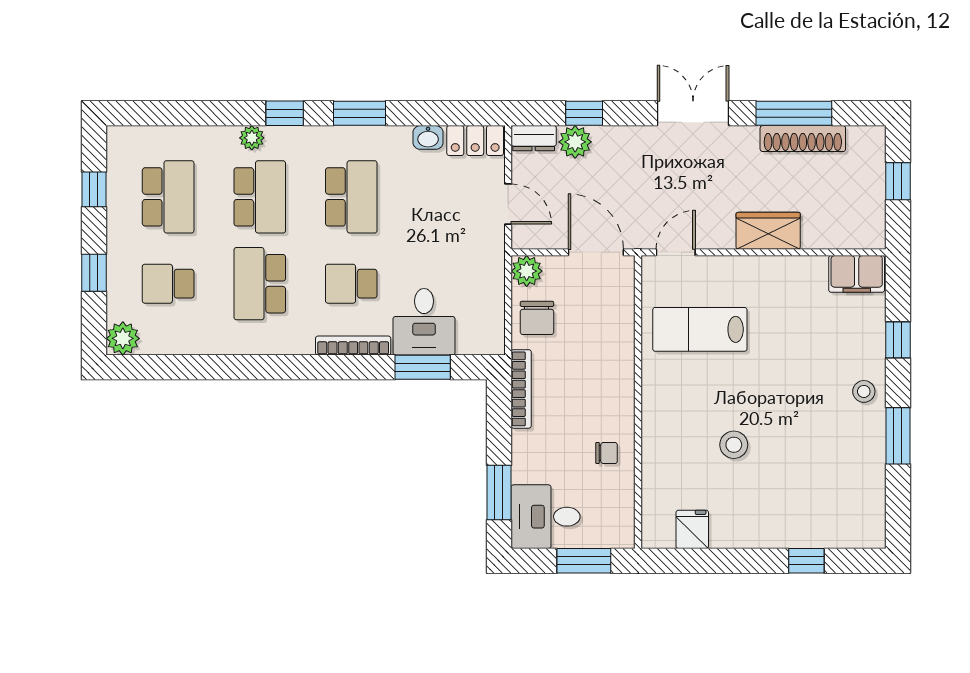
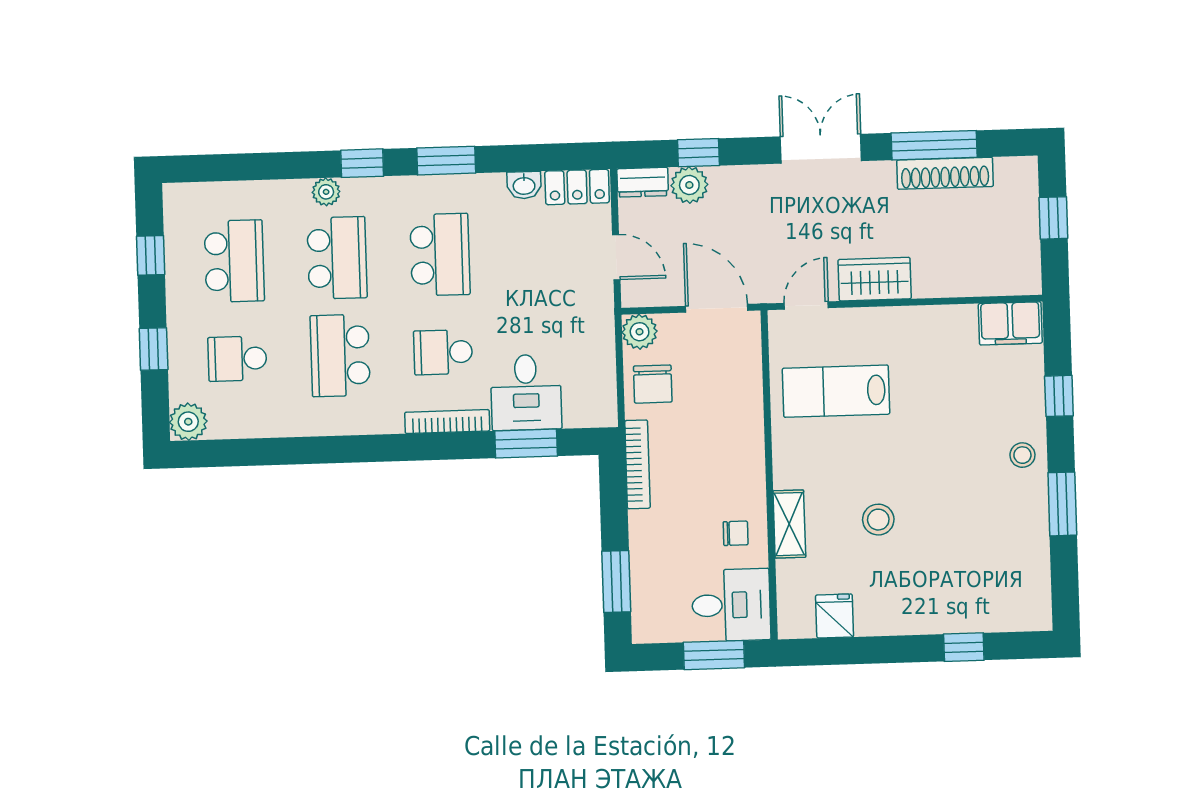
wardrobe: (768, 231) -> (875, 279), moved
shelving: (655, 446) -> (789, 524), added
desk: (545, 517) -> (731, 605), moved, turned 180

